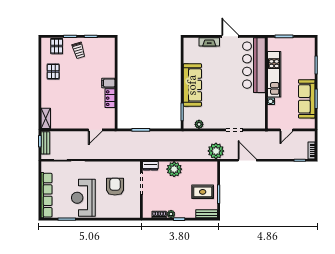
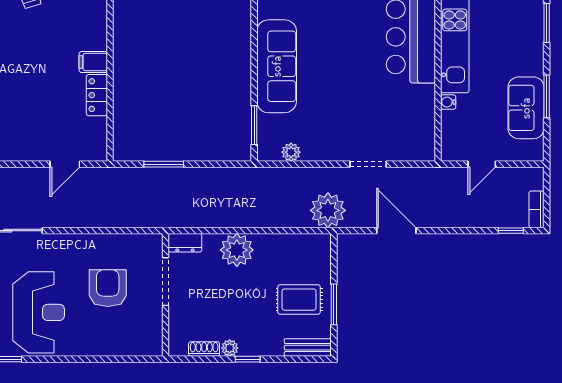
sofa: (307, 99) -> (526, 108), width x0.73
reception desk: (83, 198) -> (39, 312), turned 180

